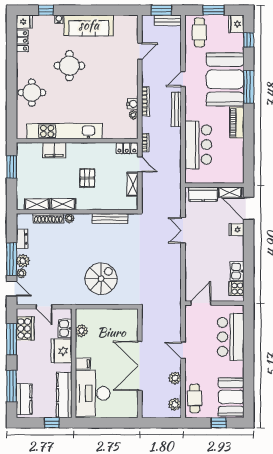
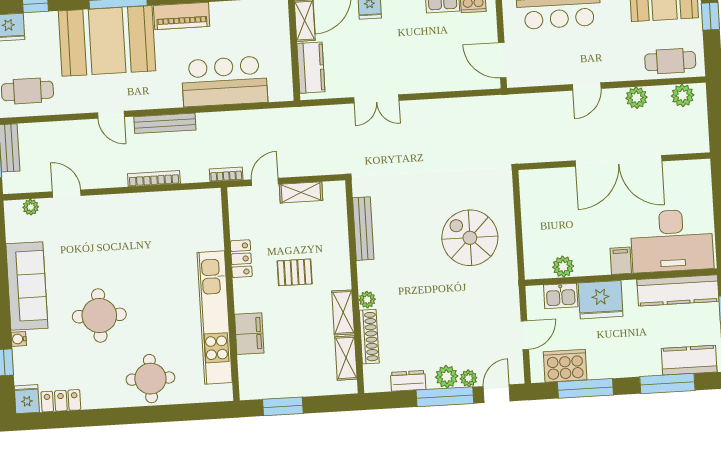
water cooler: (133, 104) -> (160, 201), removed
plant: (133, 115) -> (31, 207), moved
locker: (127, 148) -> (241, 259), moved

